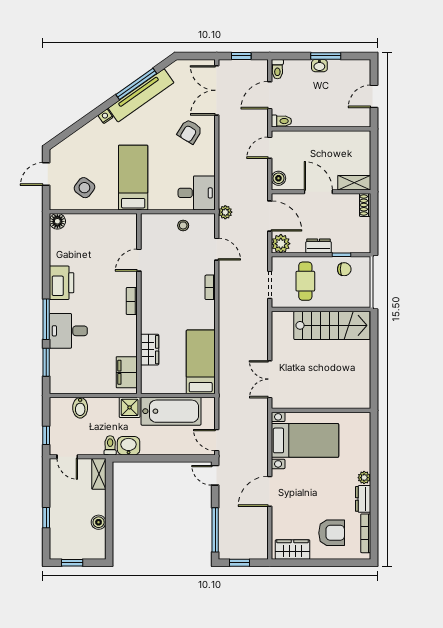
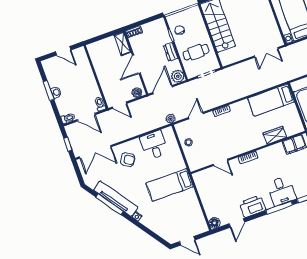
side table: (84, 188) -> (187, 213), removed
desk: (197, 193) -> (154, 145), moved
door: (46, 252) -> (237, 223), added

